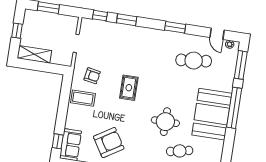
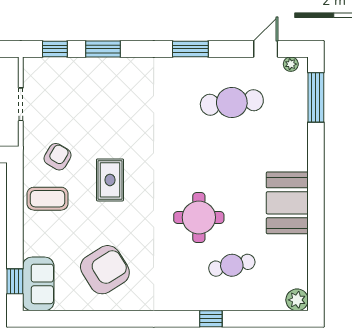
door: (217, 34) -> (266, 49), swing flipped
armchair: (92, 76) -> (58, 157), turned -69
rug: (129, 88) -> (110, 180), moved
window: (234, 108) -> (316, 174), removed
booth: (212, 114) -> (287, 203), width x0.73, depth x0.70

